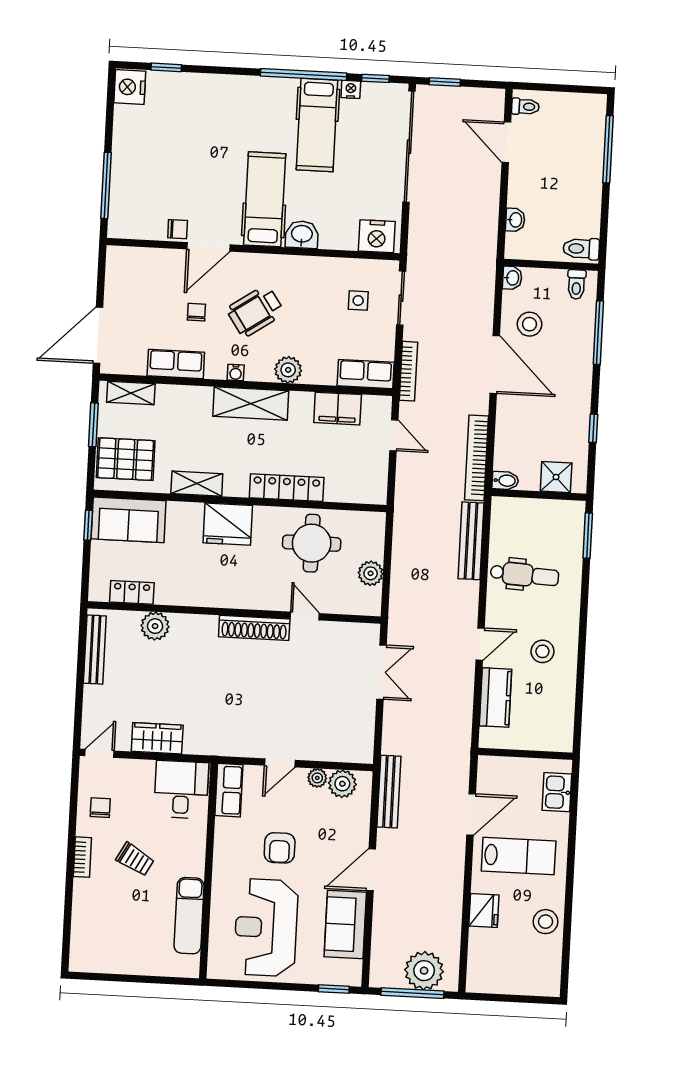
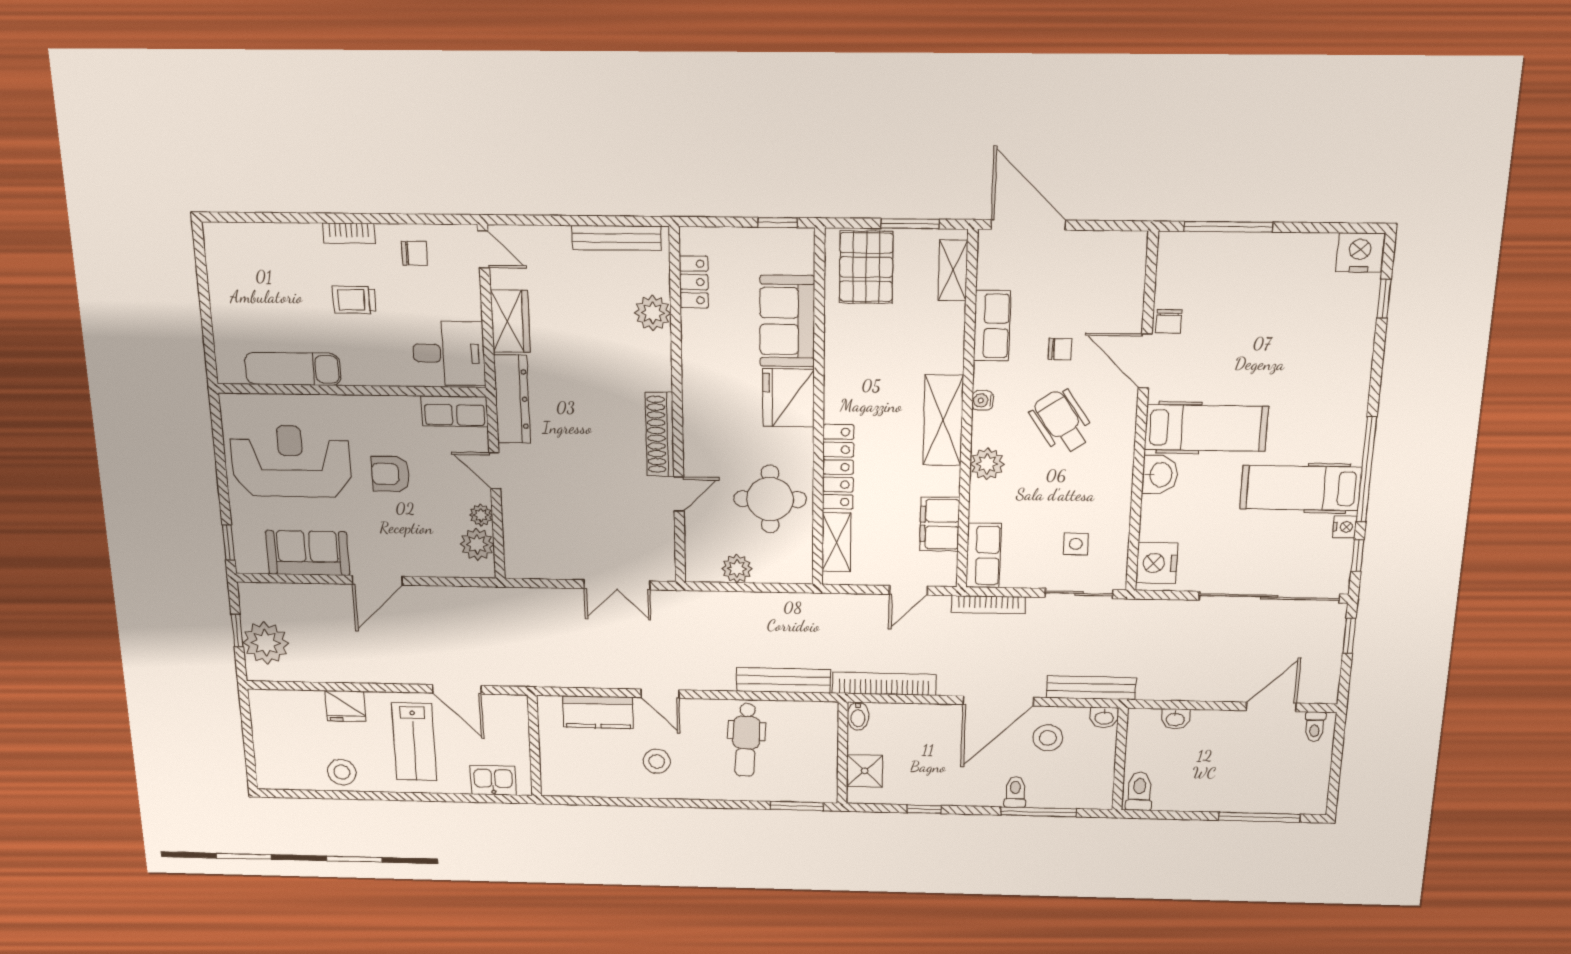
toilet: (576, 284) -> (1015, 792), moved, turned 90
shelving: (197, 484) -> (836, 542), moved
sofa: (129, 520) -> (787, 321), moved
dresser: (221, 743) -> (512, 399), added
bench: (389, 792) -> (1091, 688), moved
trolley: (135, 859) -> (354, 300), turned 61
door: (371, 870) -> (377, 580), swing flipped
window: (412, 993) -> (237, 631), width x0.46

